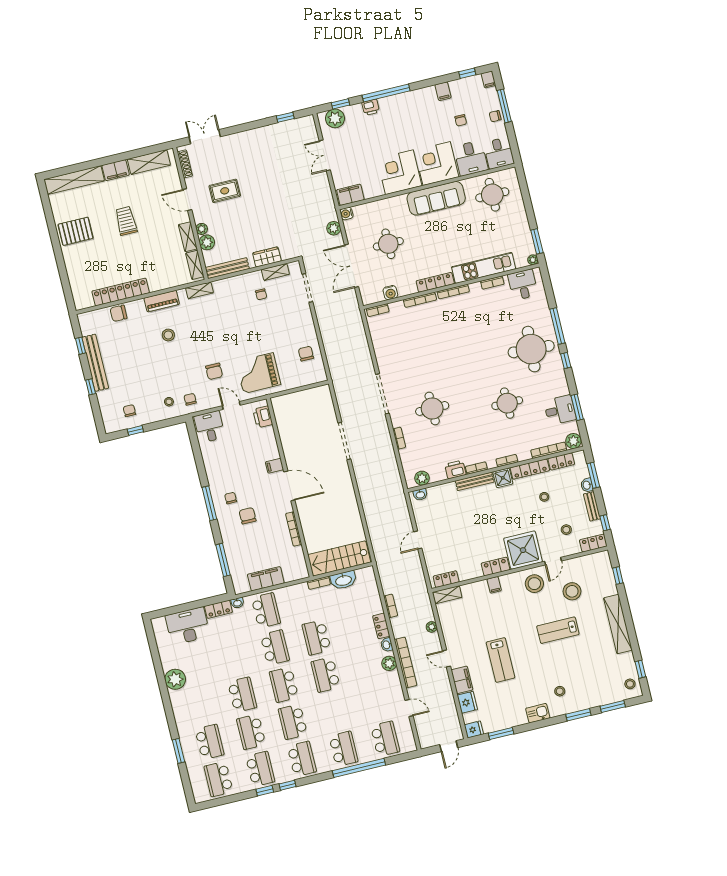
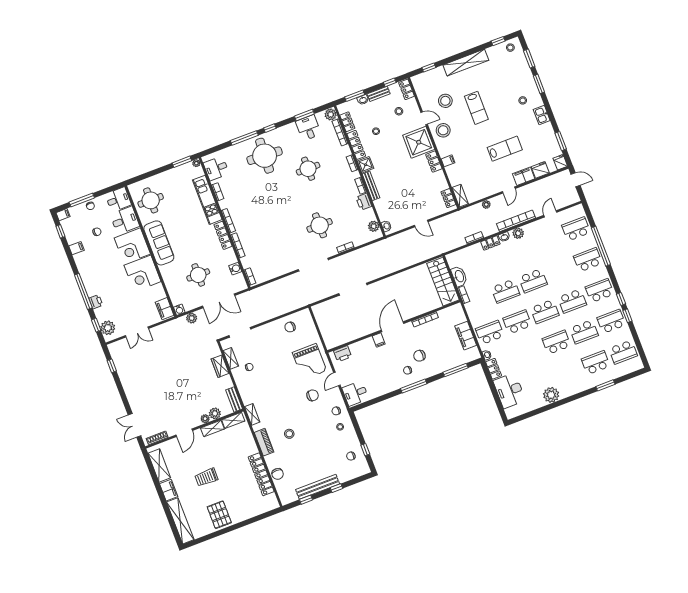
rug: (225, 191) -> (174, 405), removed
bench: (227, 268) -> (234, 399), width x0.73

